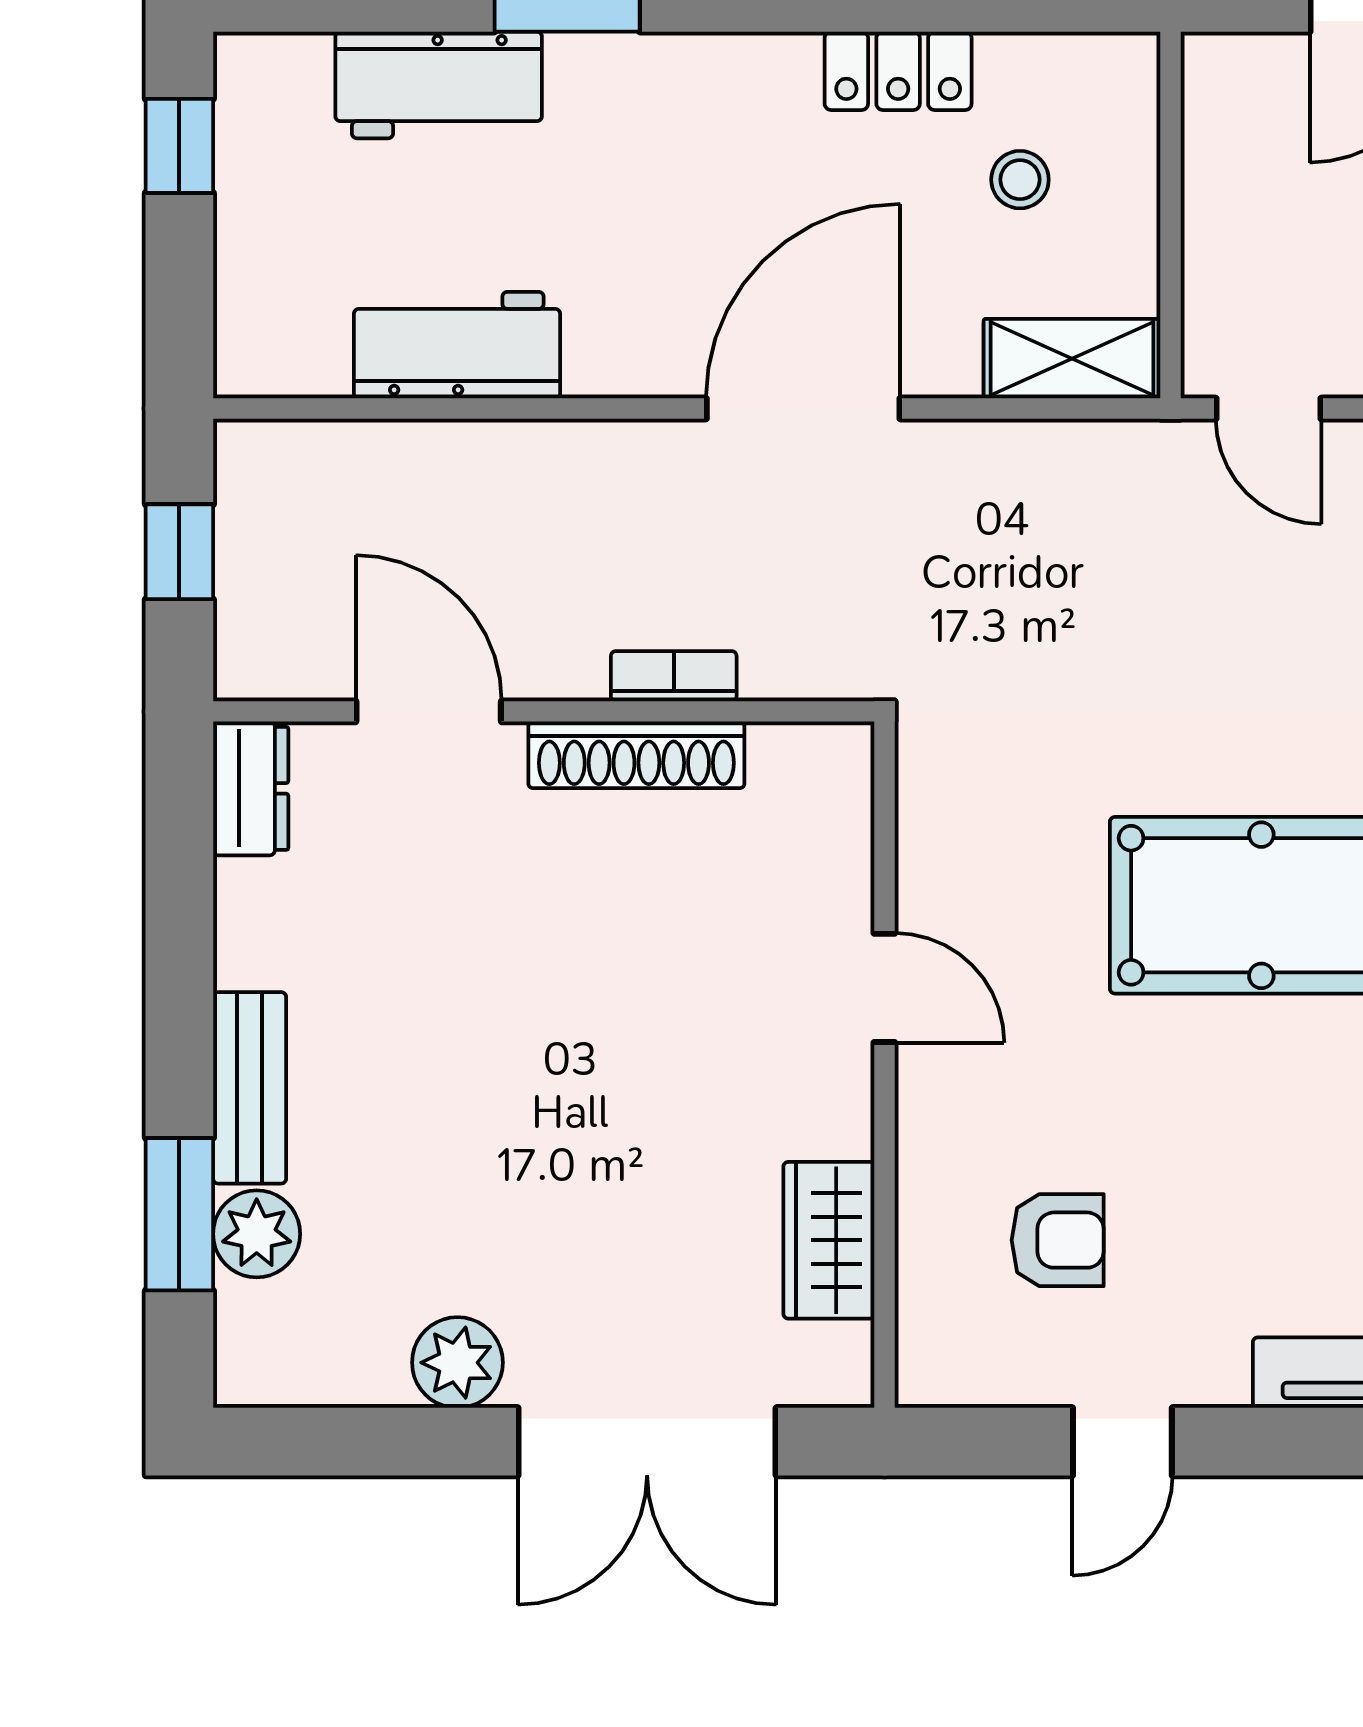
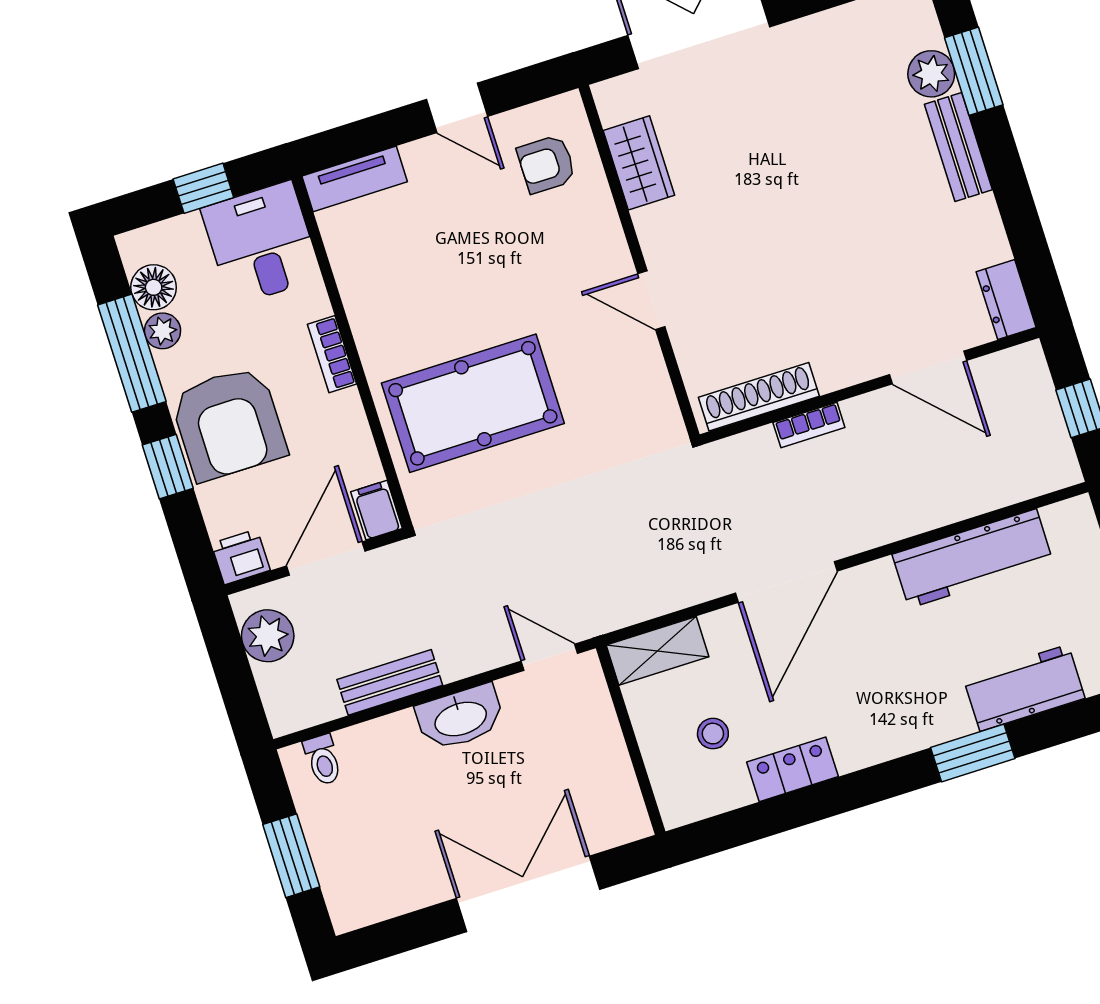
workbench: (457, 345) -> (973, 558), width x1.38
shoe rack: (636, 755) -> (759, 397), moved
armchair: (1058, 1240) -> (546, 164), moved
plant: (457, 1363) -> (808, 41), removed
door: (1122, 1442) -> (457, 108), swing flipped

